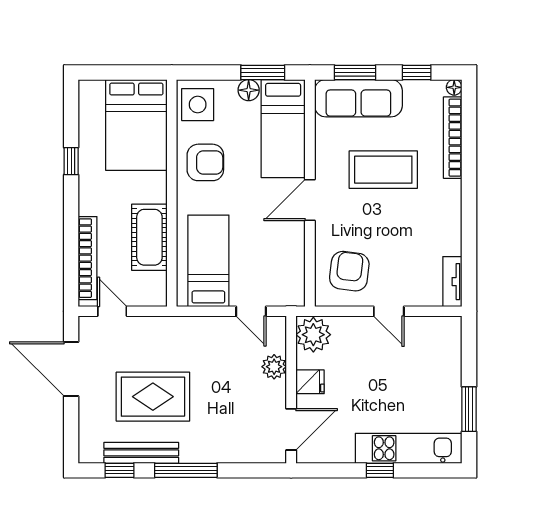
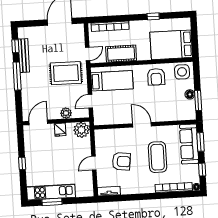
bed: (283, 129) -> (173, 111), removed
armchair: (349, 271) -> (121, 161), moved
door: (112, 311) -> (88, 54), moved
rug: (153, 397) -> (66, 73), moved, turned 90
door: (291, 429) -> (38, 122), swing flipped
kitchen unit: (409, 448) -> (51, 192), moved, turned -90

